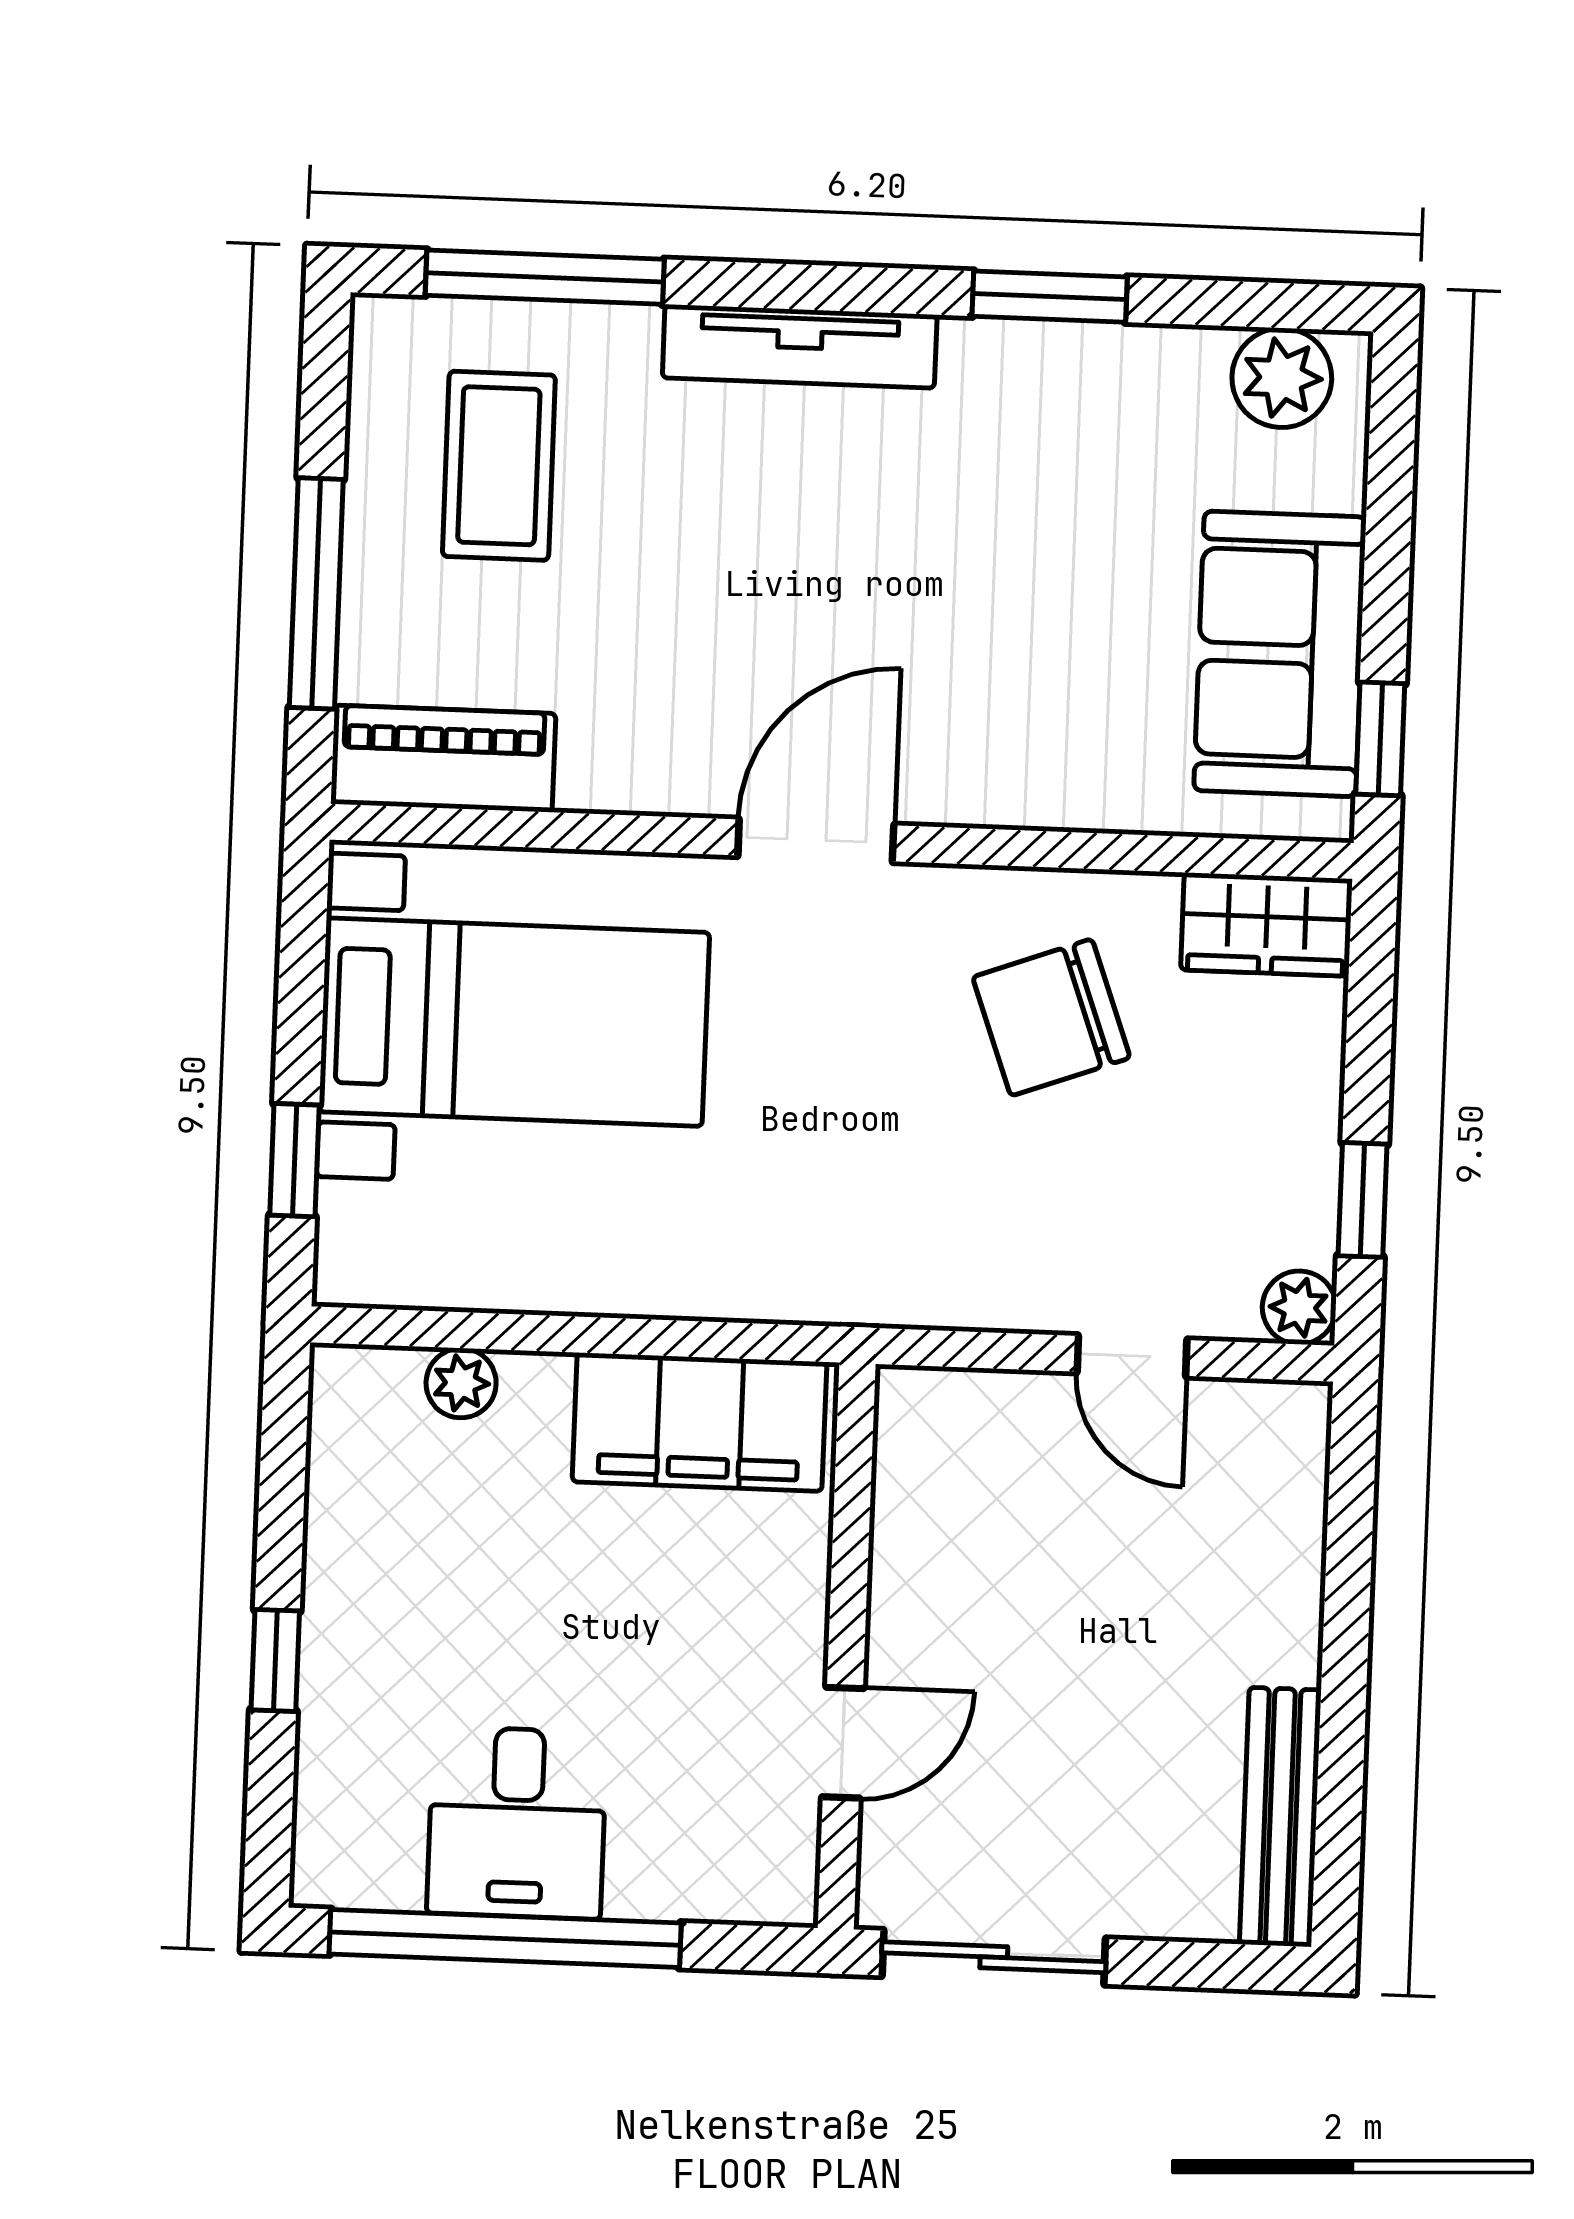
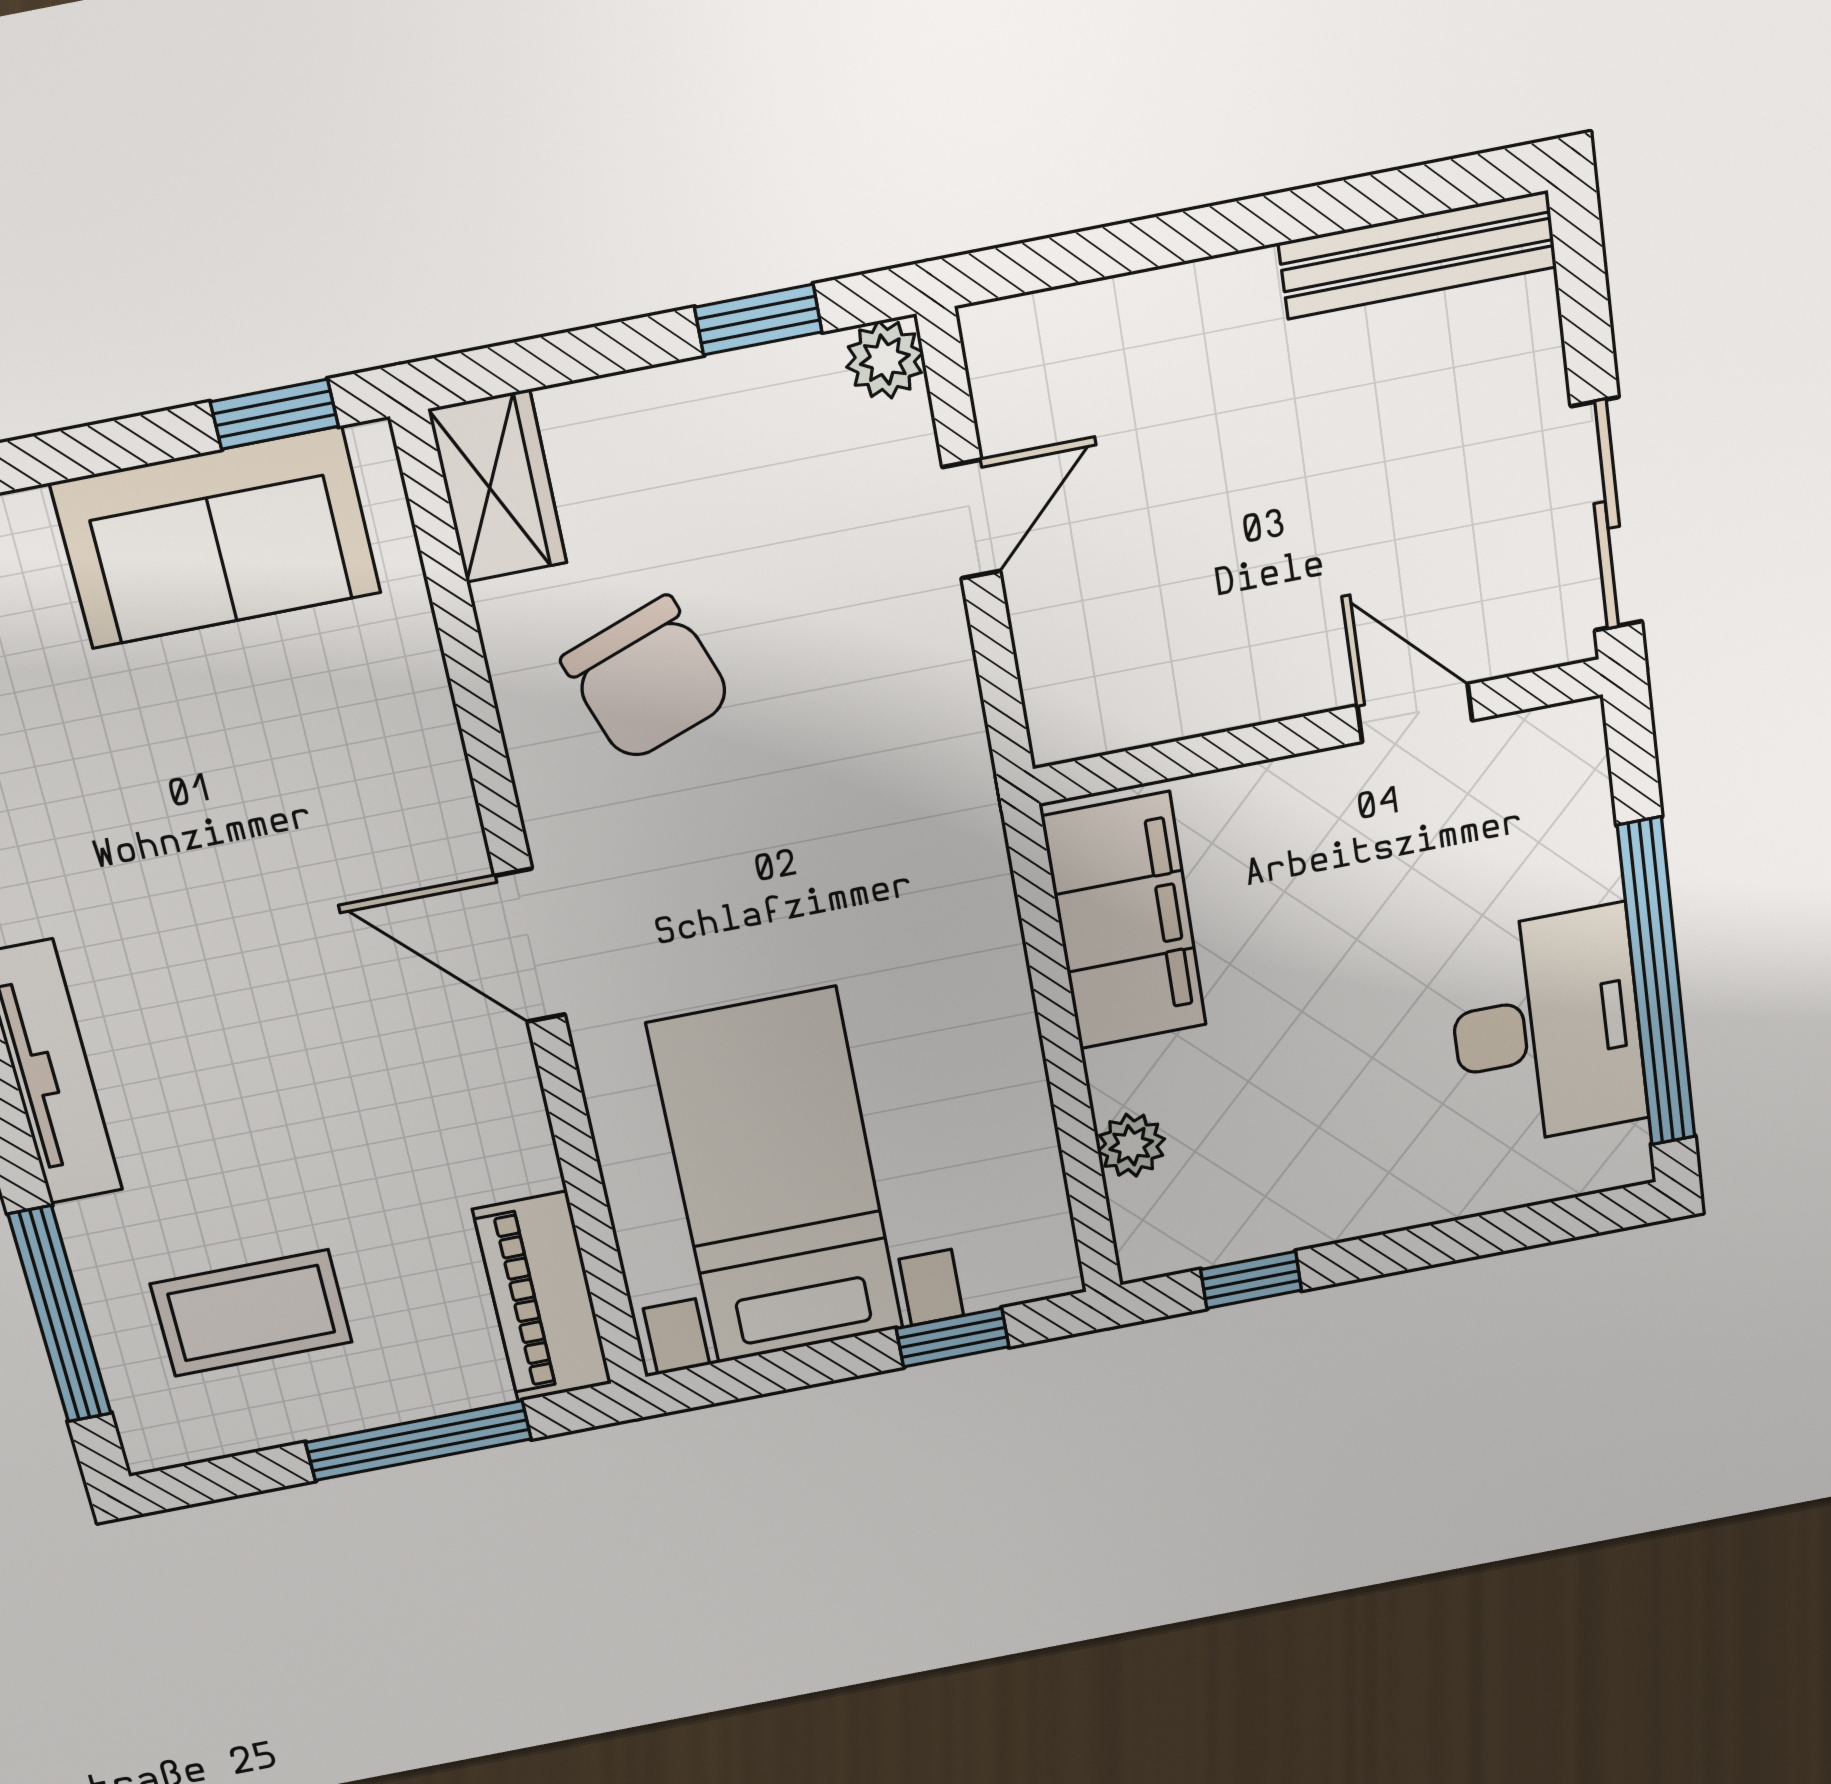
window: (275, 1660) -> (1251, 1280), moved
desk: (517, 1823) -> (1547, 1028), width x1.37

